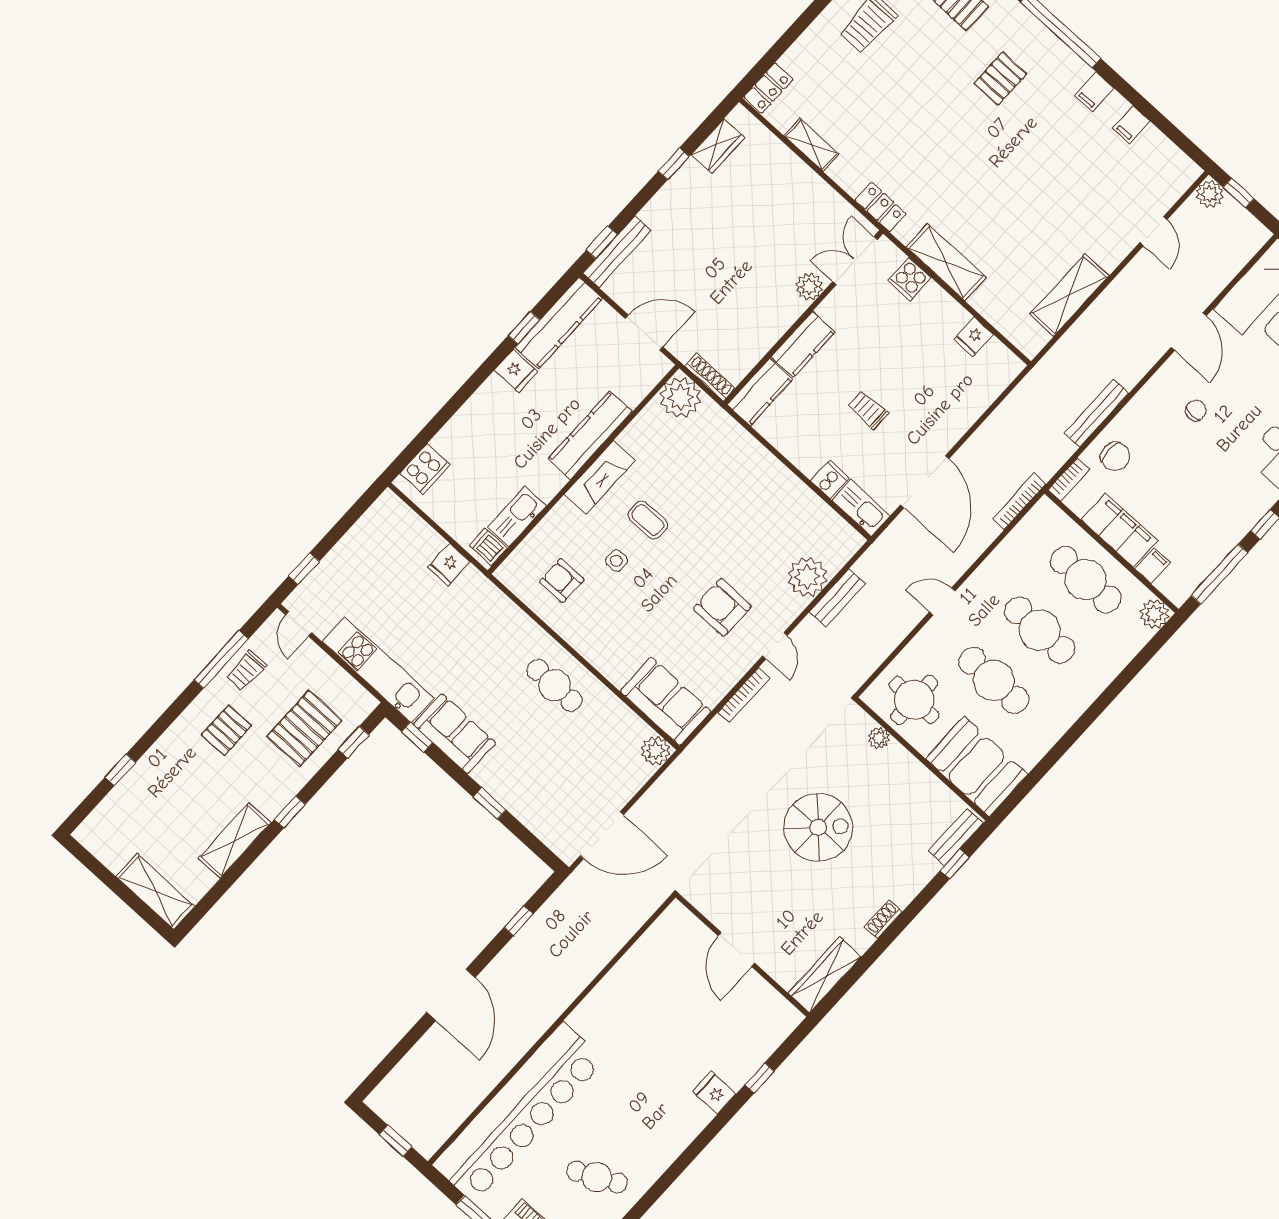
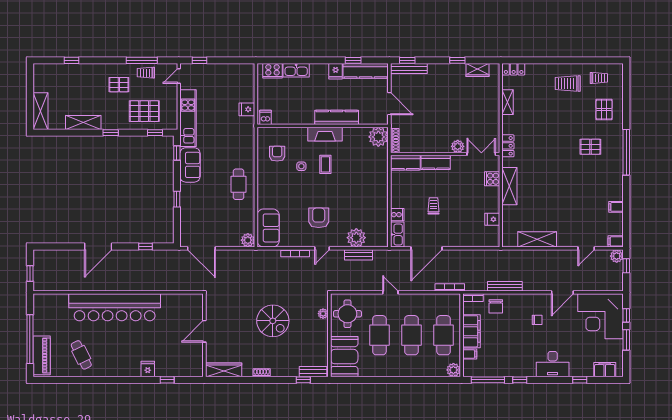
filing cabinet: (1094, 92) -> (616, 241), moved
kitchen sink: (517, 516) -> (296, 70), moved, turned 180
bar counter: (519, 1113) -> (115, 307), moved

